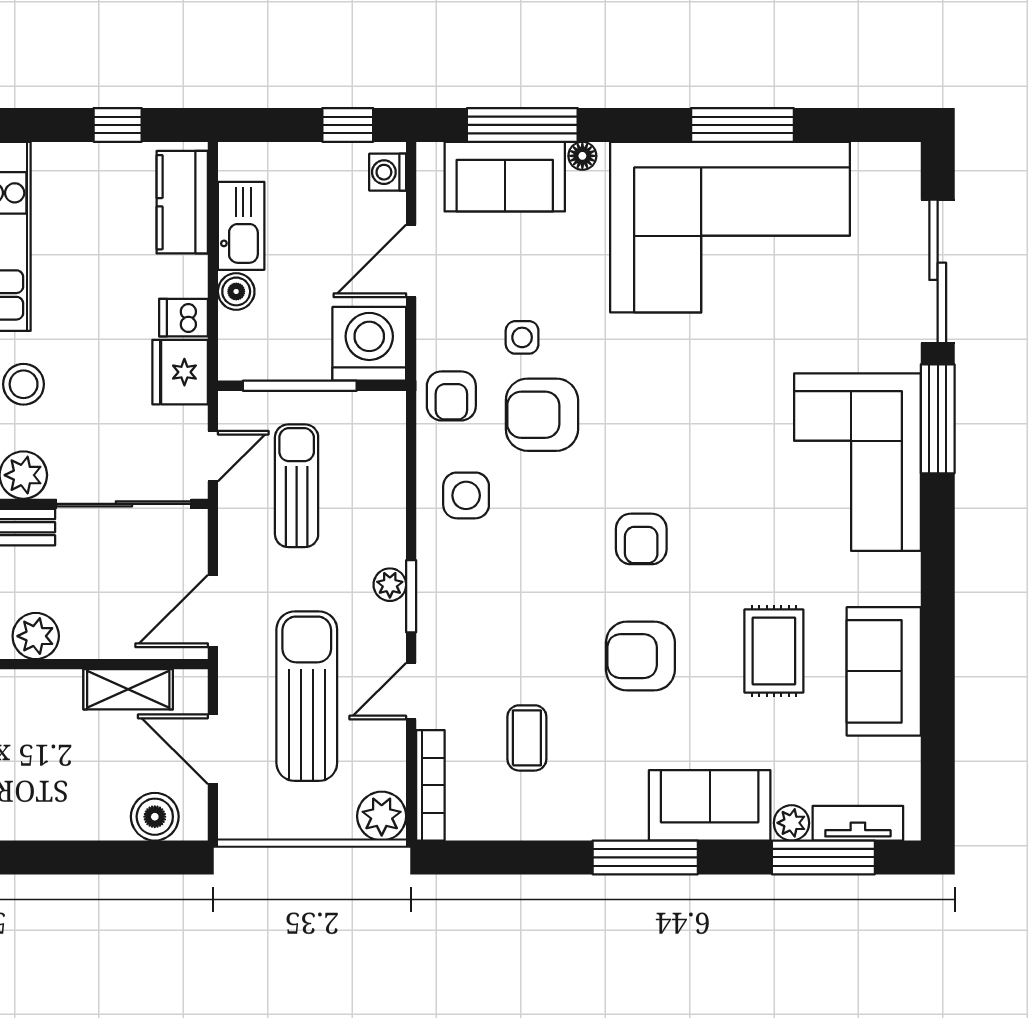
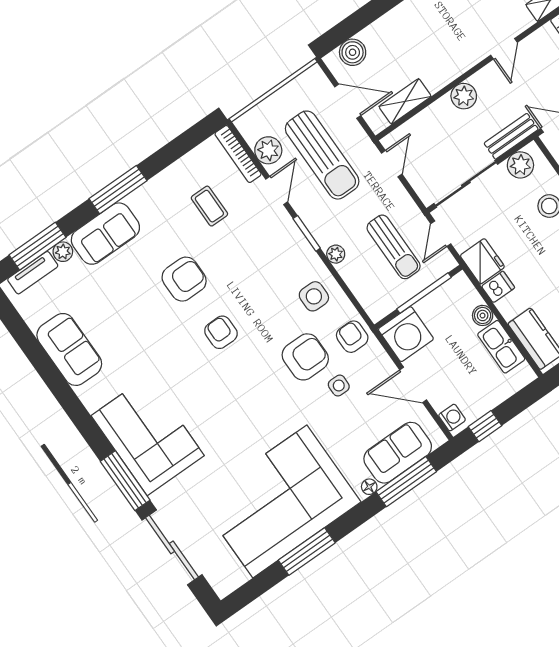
door: (411, 261) -> (413, 385), swing flipped
plant: (390, 585) -> (336, 254), moved
door: (213, 611) -> (392, 164), width x0.73
rug: (774, 651) -> (125, 324), removed
plant: (382, 816) -> (268, 150), moved

